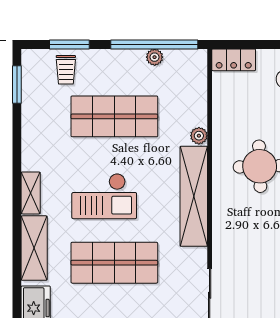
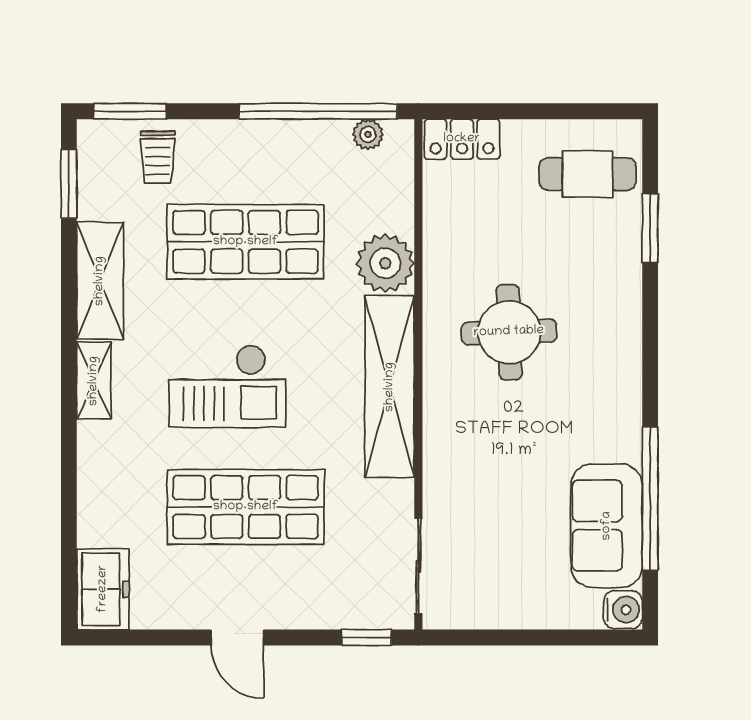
window: (69, 44) -> (130, 111), moved
plant: (155, 57) -> (368, 134), moved
plant: (199, 136) -> (385, 263), width x1.88, depth x1.88
shelving: (34, 248) -> (100, 281), moved

